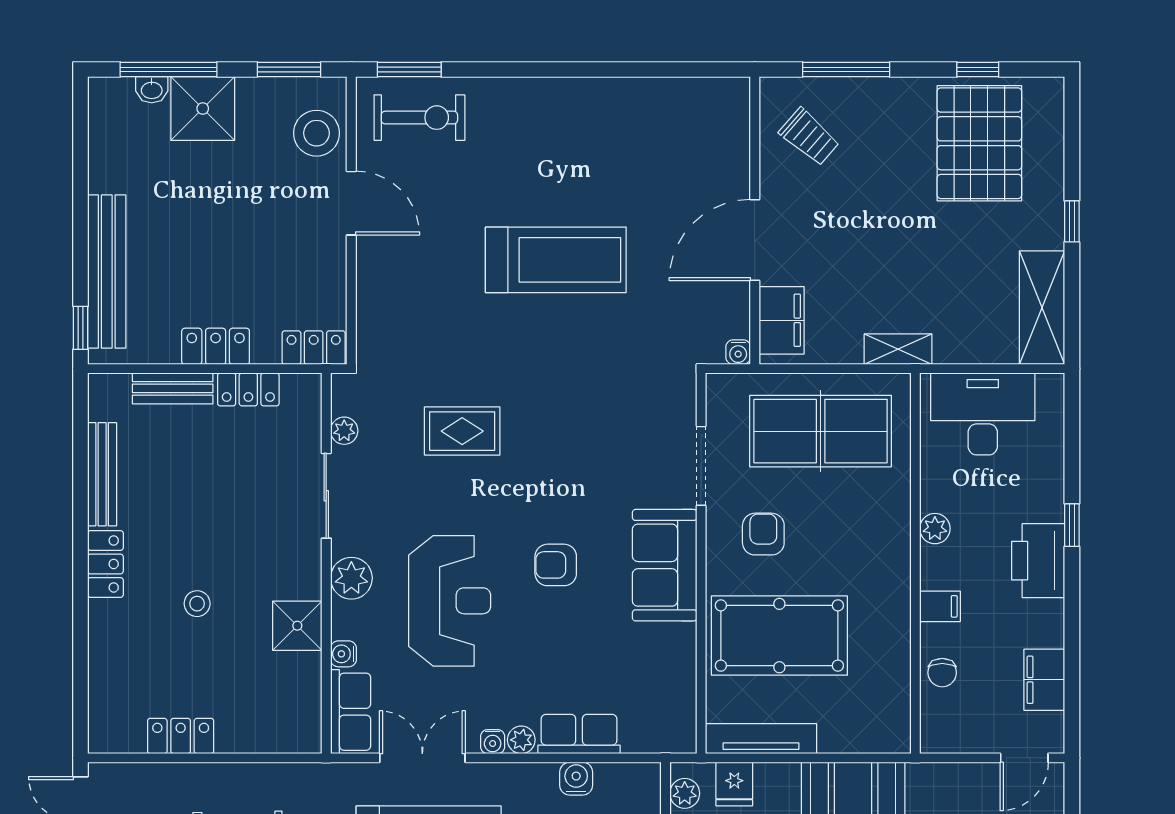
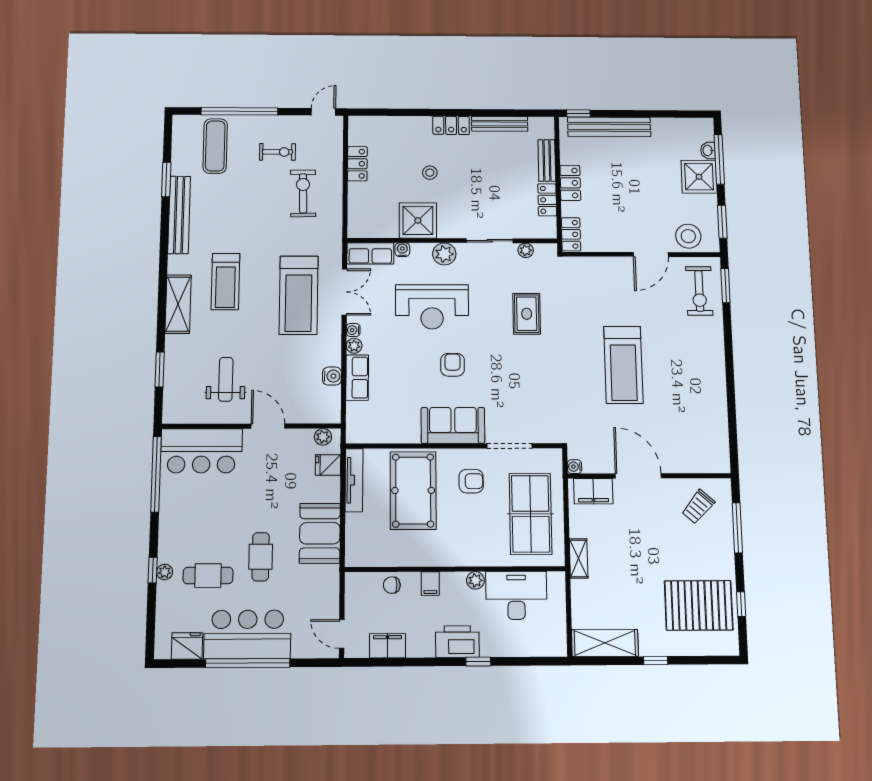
desk: (983, 414) -> (516, 595), moved, turned -90
shower: (297, 626) -> (418, 220), width x1.36, depth x1.36

